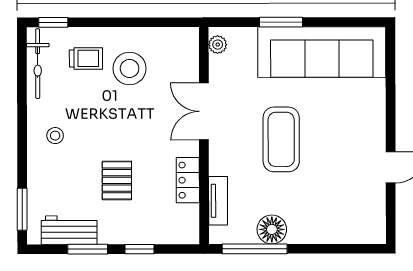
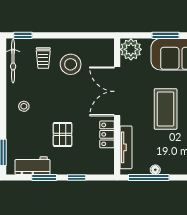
plant: (218, 45) -> (131, 49), width x1.88, depth x1.88
trolley: (86, 58) -> (43, 58), turned 90
double door: (204, 111) -> (117, 91), width x1.37
tv unit: (218, 201) -> (126, 147), width x1.41
floor lamp: (272, 229) -> (155, 170), width x0.53, depth x0.53

